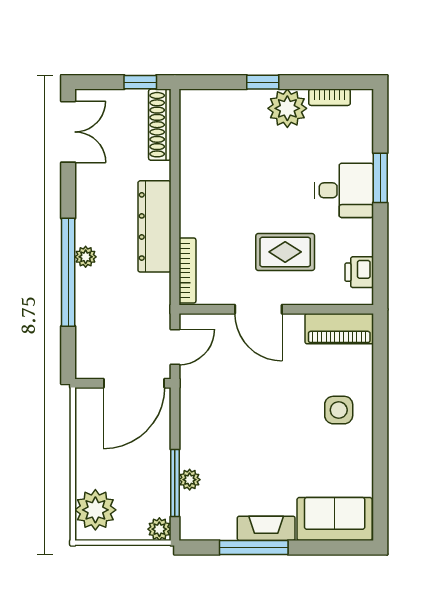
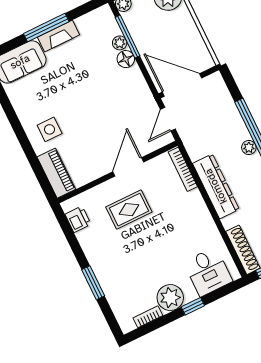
desk: (344, 190) -> (208, 272), moved, turned -90
door: (258, 309) -> (128, 167), hinge flipped
piano: (339, 329) -> (56, 173), moved, turned 90
door: (134, 383) -> (182, 85), hinge flipped
floor lamp: (192, 454) -> (126, 59), added
window: (254, 547) -> (46, 28), moved

